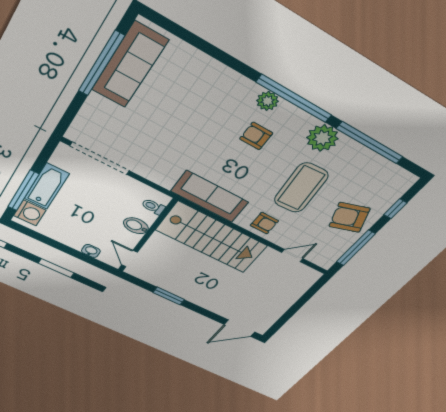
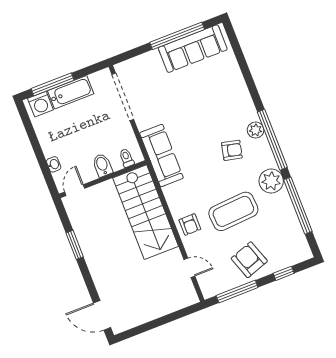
armchair: (256, 136) -> (232, 150), turned 103
sofa: (210, 197) -> (161, 156), moved

